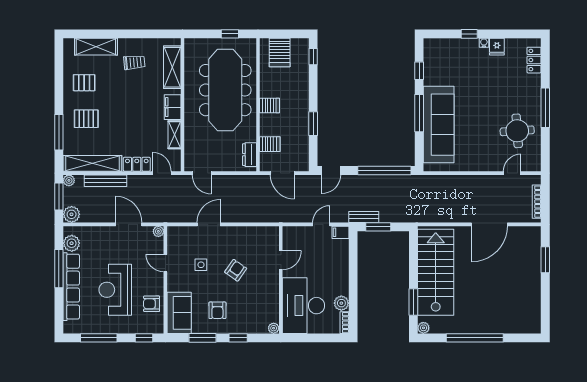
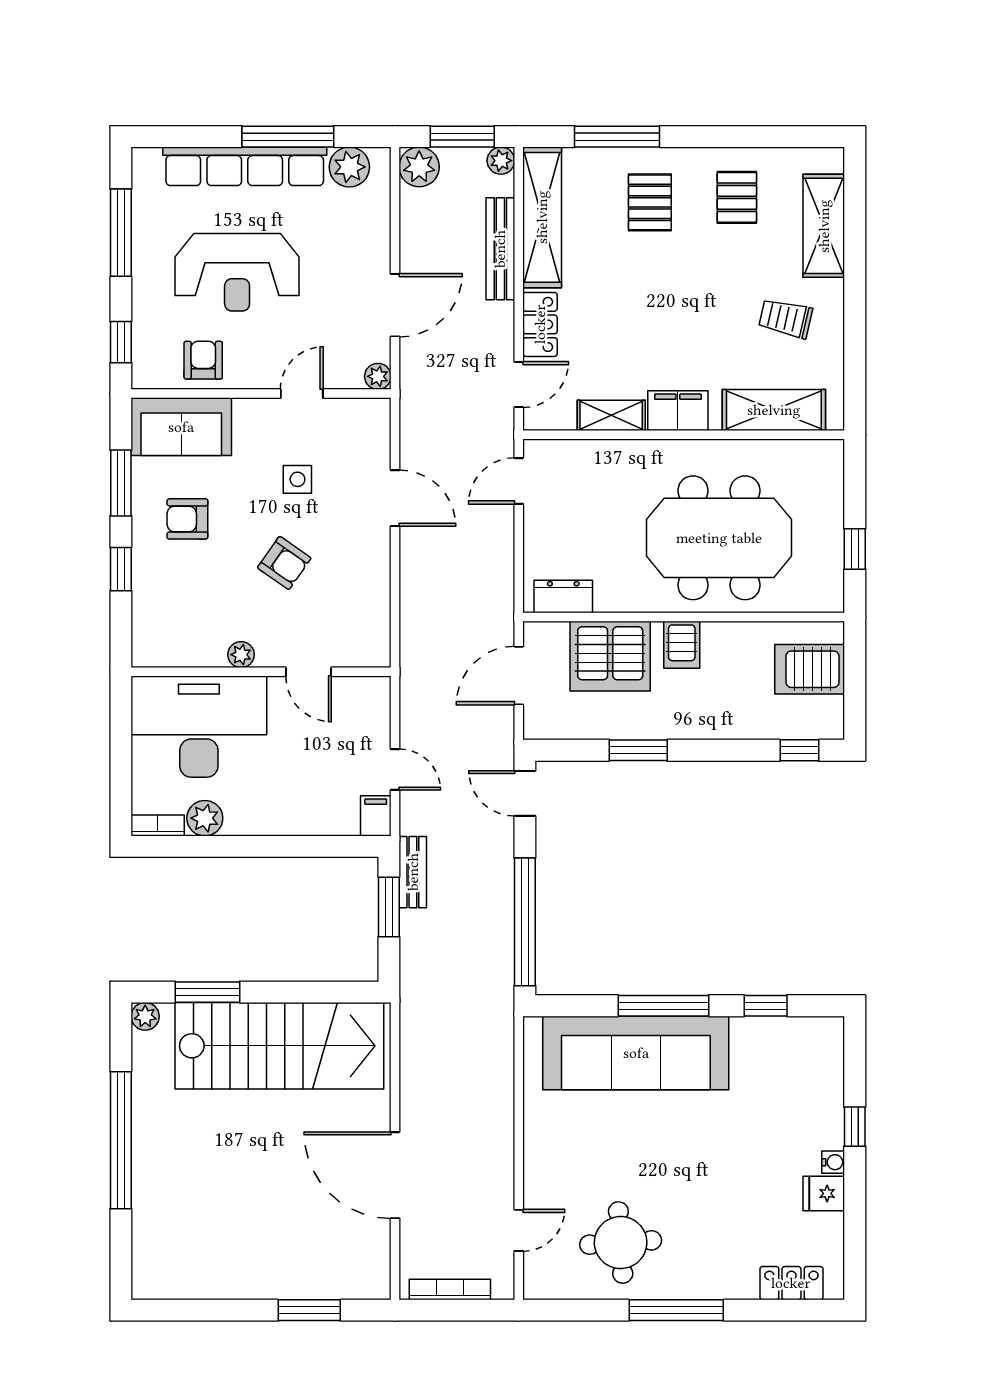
trolley: (134, 62) -> (786, 318), turned 108
meeting table: (225, 90) -> (719, 538), width x0.73
server rack: (270, 144) -> (610, 656), width x2.18, depth x1.44
door: (512, 173) -> (519, 1230), hinge flipped
reception desk: (115, 290) -> (237, 272), turned 180
plant: (274, 328) -> (241, 655), moved

